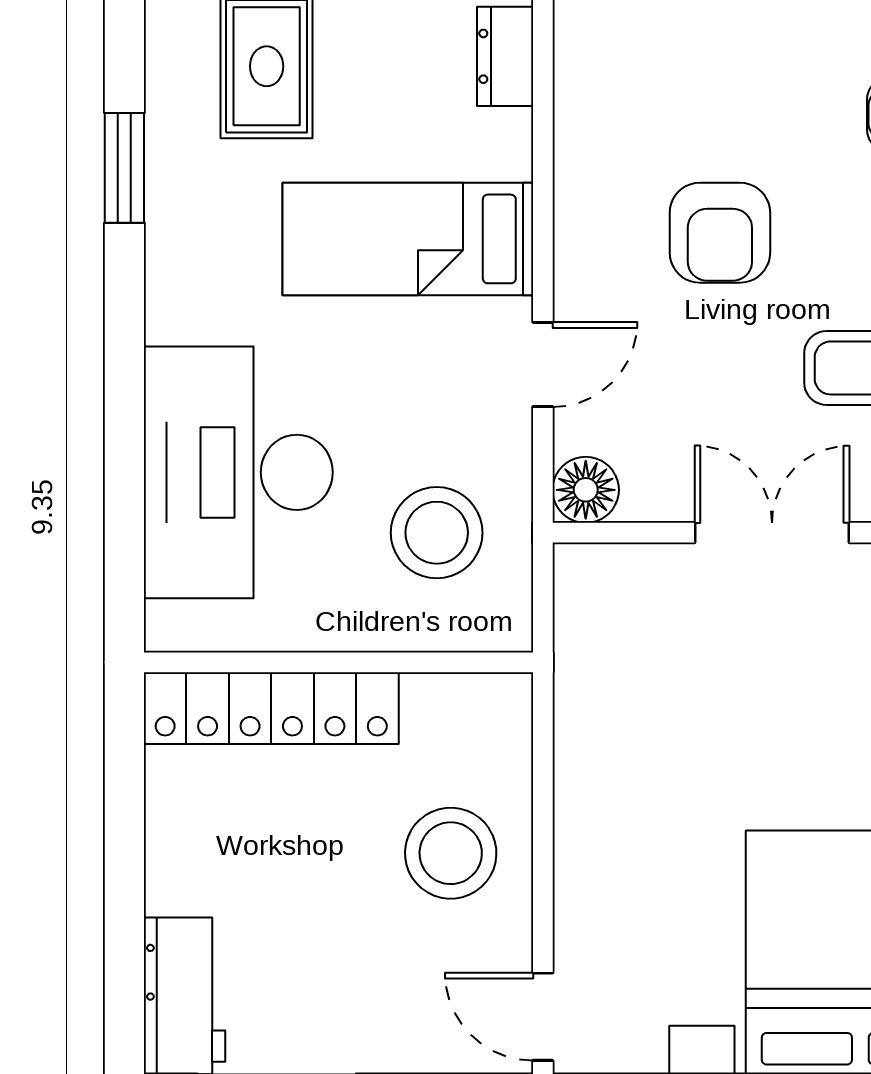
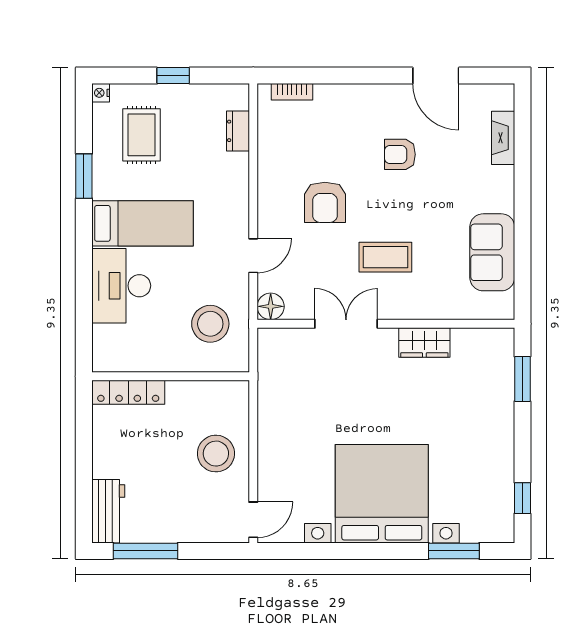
bed: (408, 239) -> (142, 223), moved, turned 180
desk: (238, 472) -> (121, 286), width x0.73, depth x0.77
locker: (271, 708) -> (128, 392), width x0.71, depth x0.83
door: (543, 1017) -> (253, 520), swing flipped

